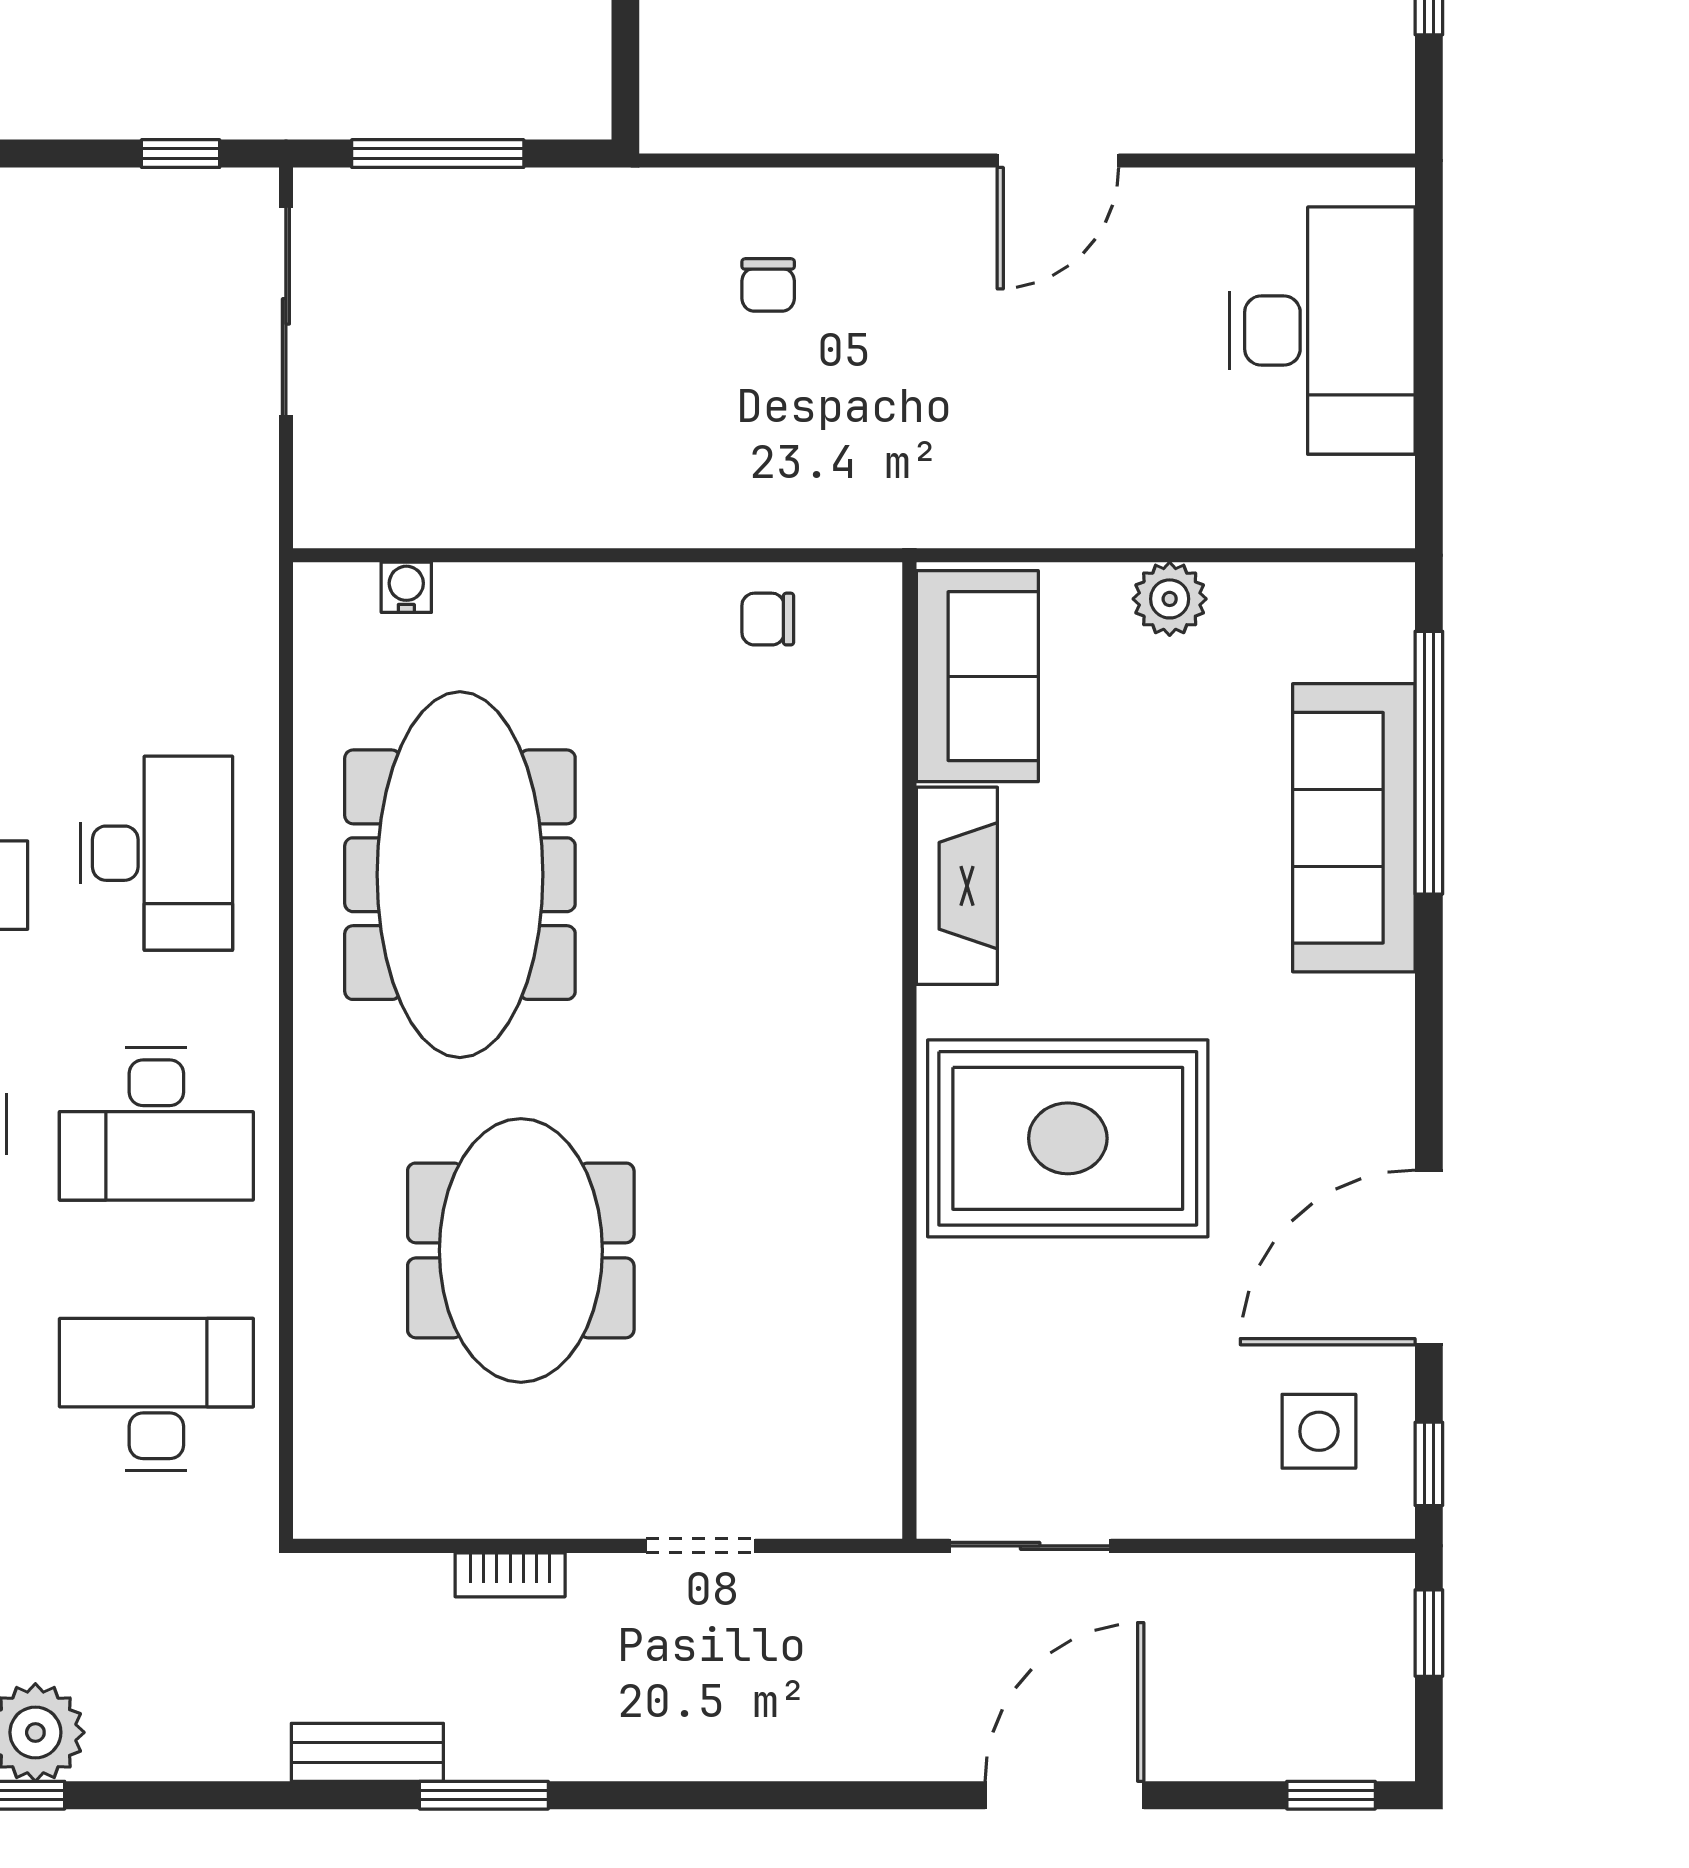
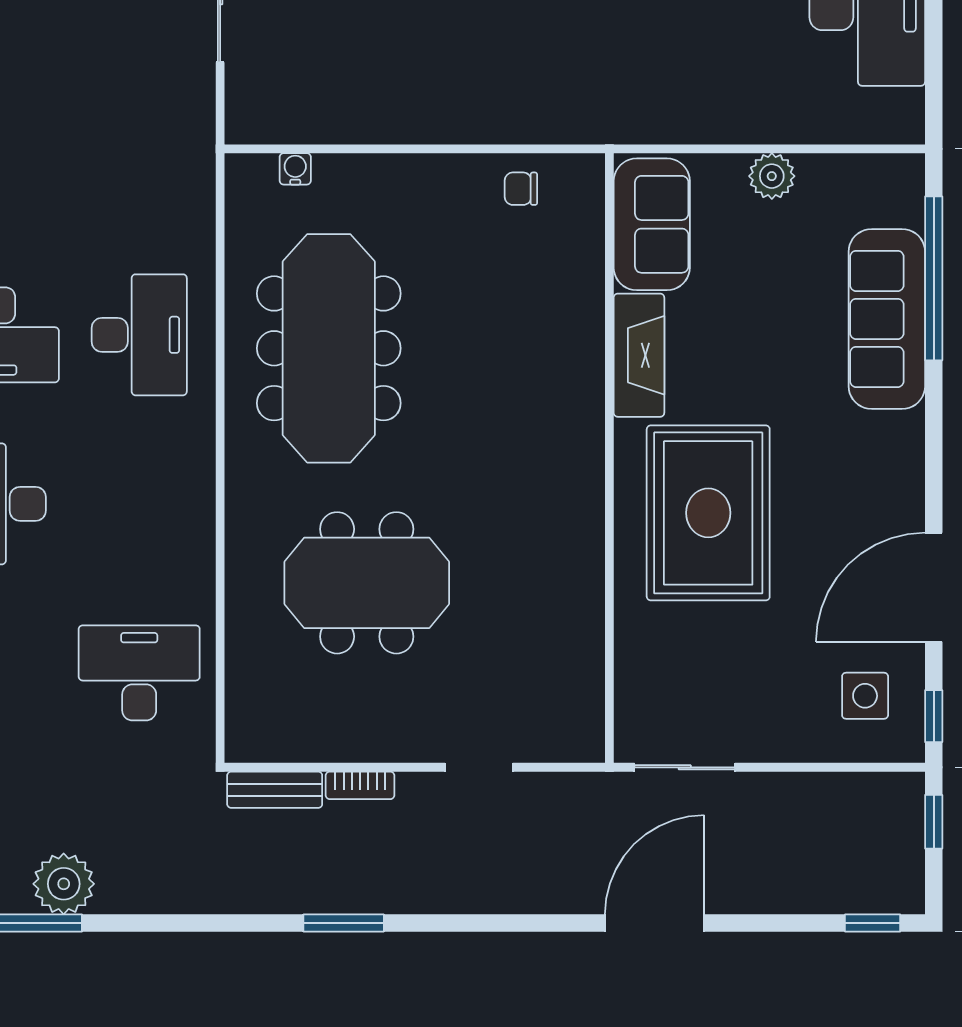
desk: (156, 1124) -> (139, 504), removed
rug: (1068, 1138) -> (708, 513), turned 90
meeting table: (521, 1250) -> (367, 583), turned 90
bench: (367, 1752) -> (275, 790), moved
door: (1064, 1795) -> (655, 923), moved

